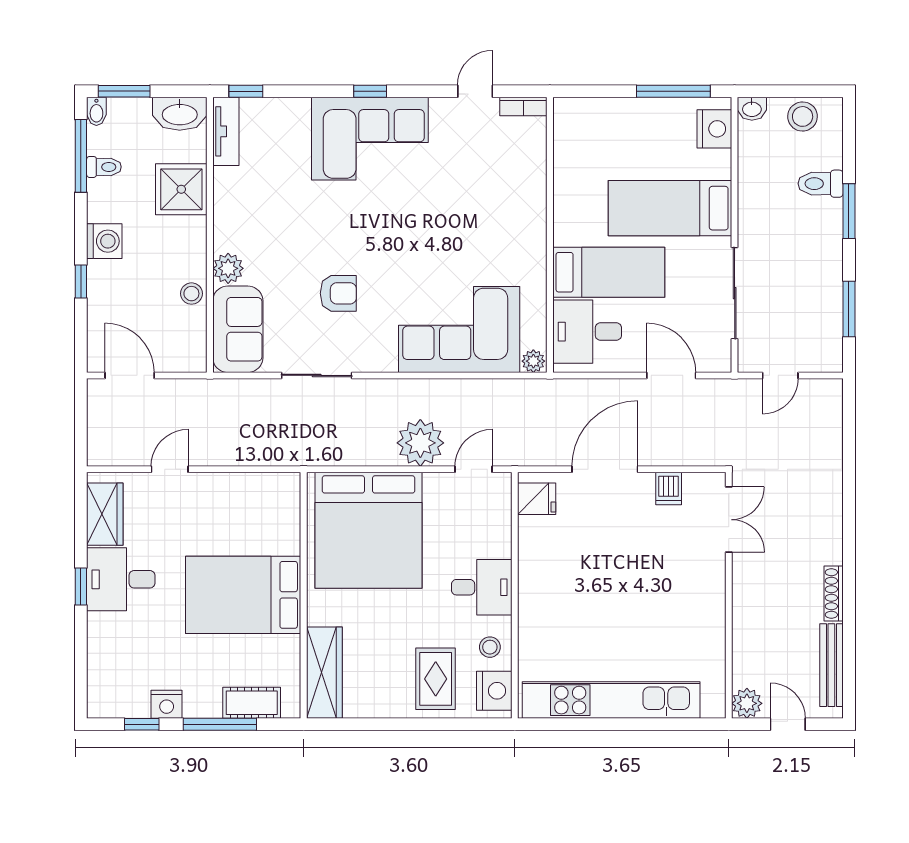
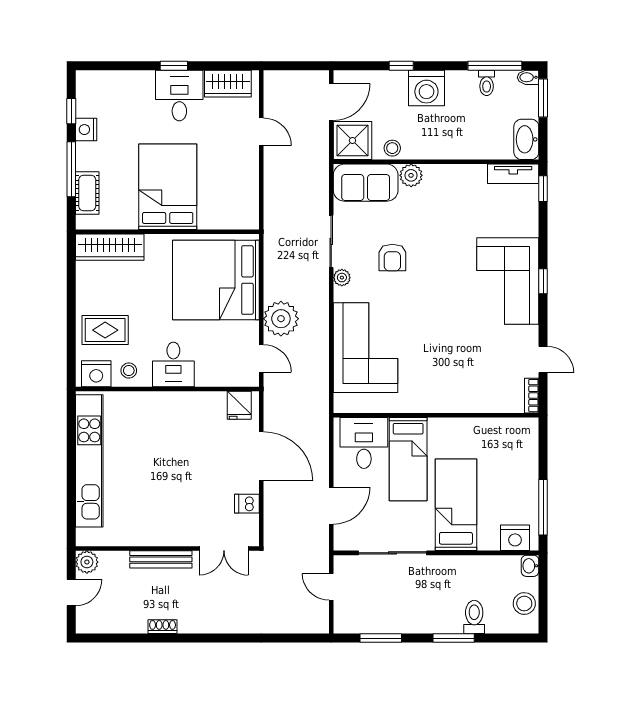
shower: (181, 189) -> (352, 141), moved
washing machine: (104, 241) -> (426, 88), width x1.37, depth x1.37
plant: (533, 361) -> (342, 278), moved
shoe rack: (834, 593) -> (163, 627), width x0.70
bench: (831, 665) -> (161, 559), moved

